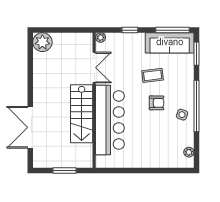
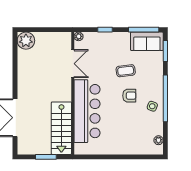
sofa: (170, 43) -> (147, 41), width x0.73
stairs: (82, 114) -> (61, 128), moved

